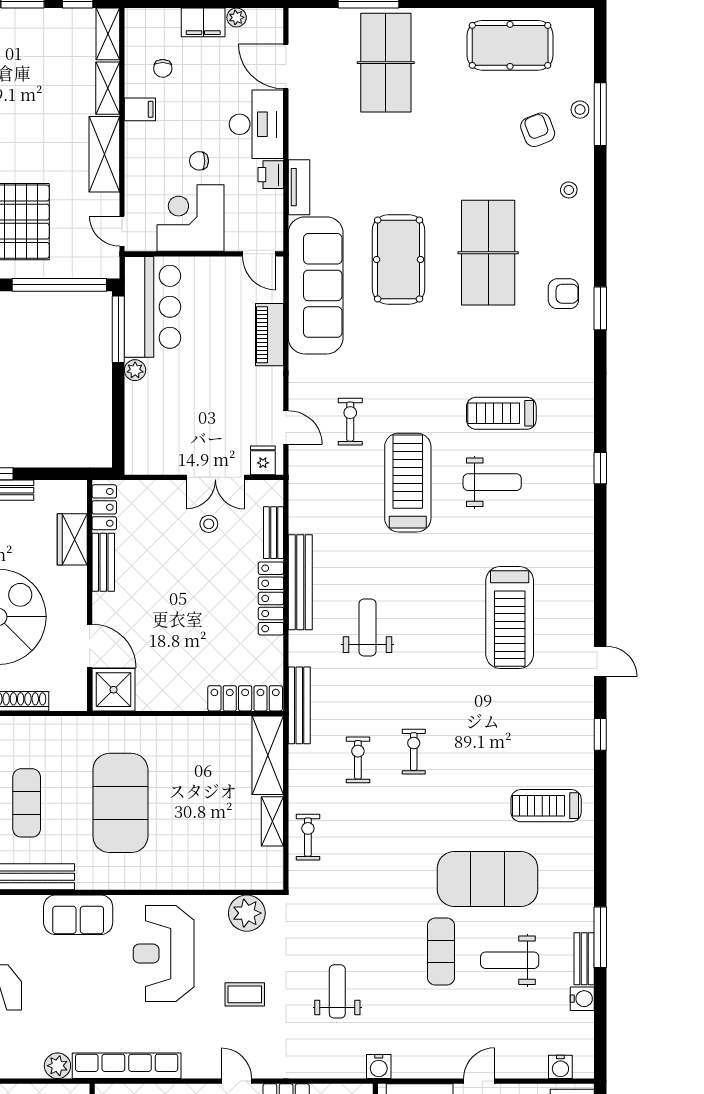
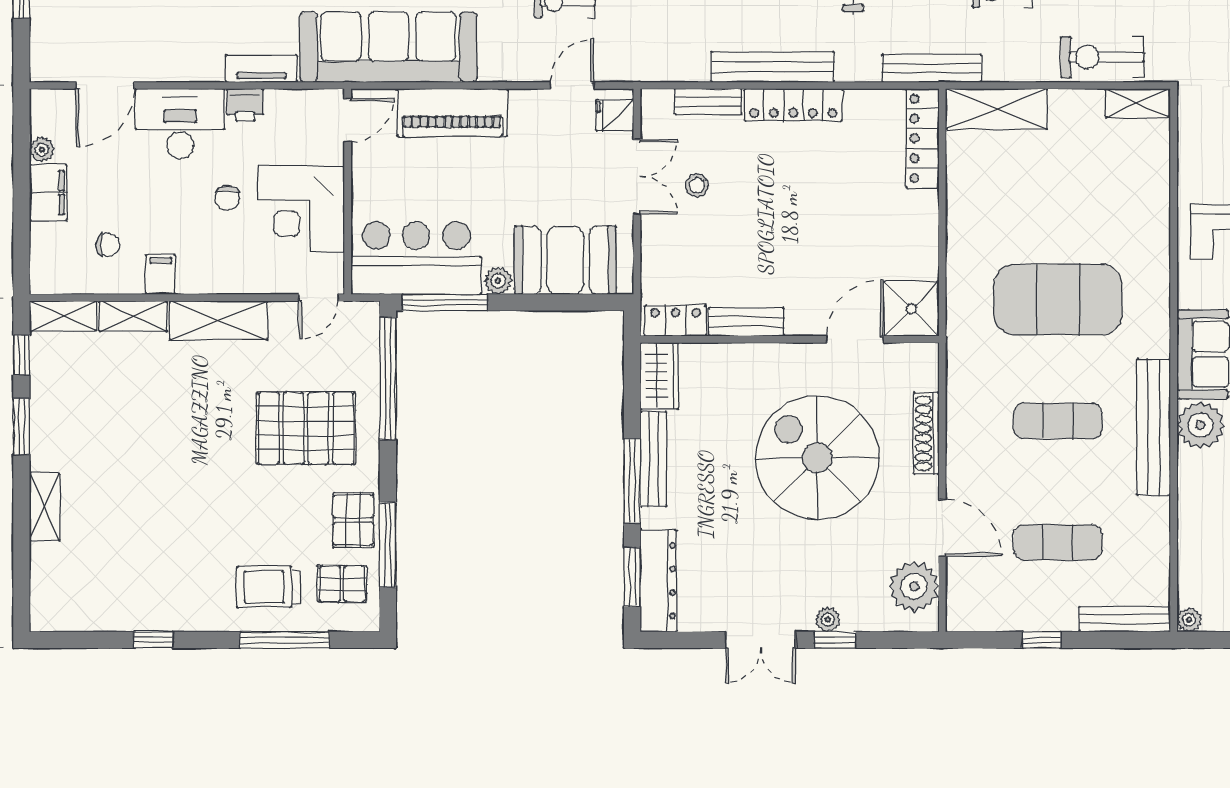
piano: (270, 335) -> (452, 113), width x1.37, depth x1.33
booth: (151, 422) -> (565, 260), added
wardrobe: (72, 539) -> (659, 376), moved, turned -90
shelving: (272, 821) -> (1137, 103), moved
exercise bike: (308, 837) -> (1102, 57), width x1.38, depth x1.39
plant: (247, 913) -> (1200, 425), moved

